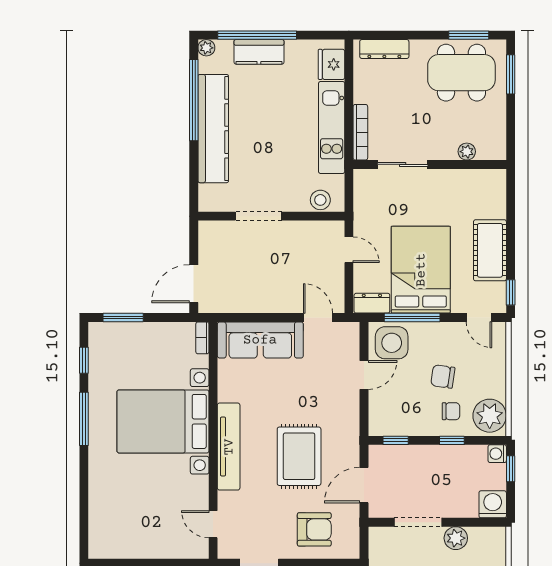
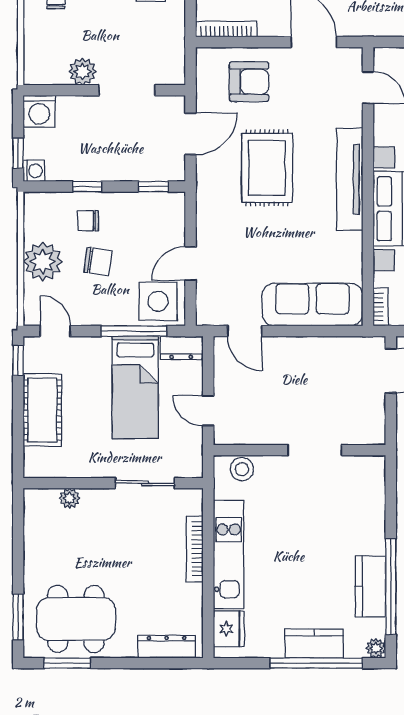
kitchen counter: (213, 129) -> (370, 586), width x0.48, depth x0.86
plant: (467, 152) -> (70, 498), moved
sliding door: (403, 164) -> (145, 483), moved
wall: (430, 164) -> (113, 483), moved
bed: (421, 270) -> (135, 387), width x0.67
plant: (490, 416) -> (43, 262), moved
armchair: (314, 529) -> (249, 82), turned 180

